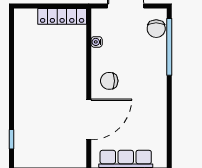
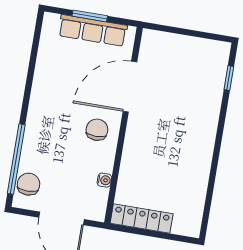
chair: (109, 81) -> (97, 130), turned -90

